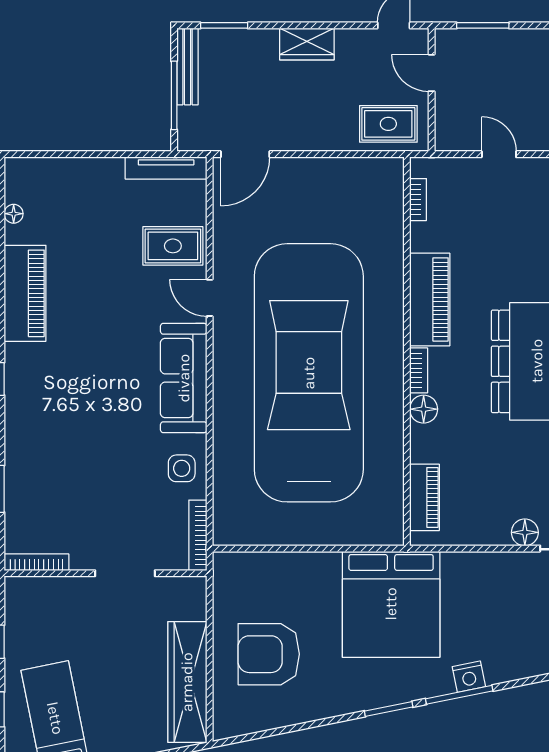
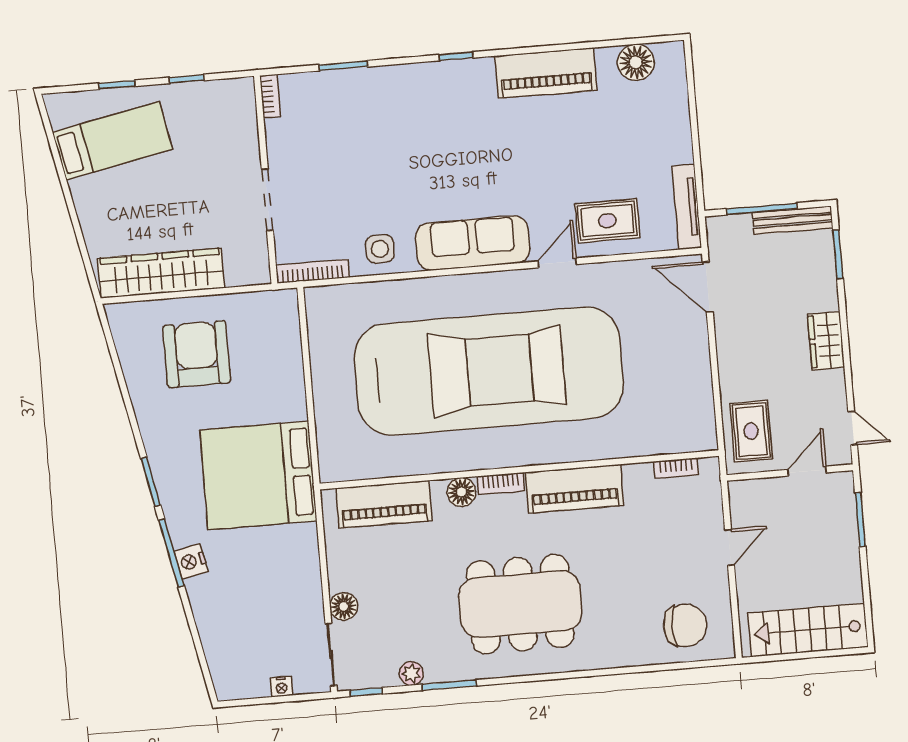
floor lamp: (14, 214) -> (636, 62), width x1.89, depth x1.89
rug: (173, 246) -> (607, 221), turned 90
piano: (424, 497) -> (384, 504), width x1.37, depth x1.33
bookcase: (37, 562) -> (270, 96), width x0.64

